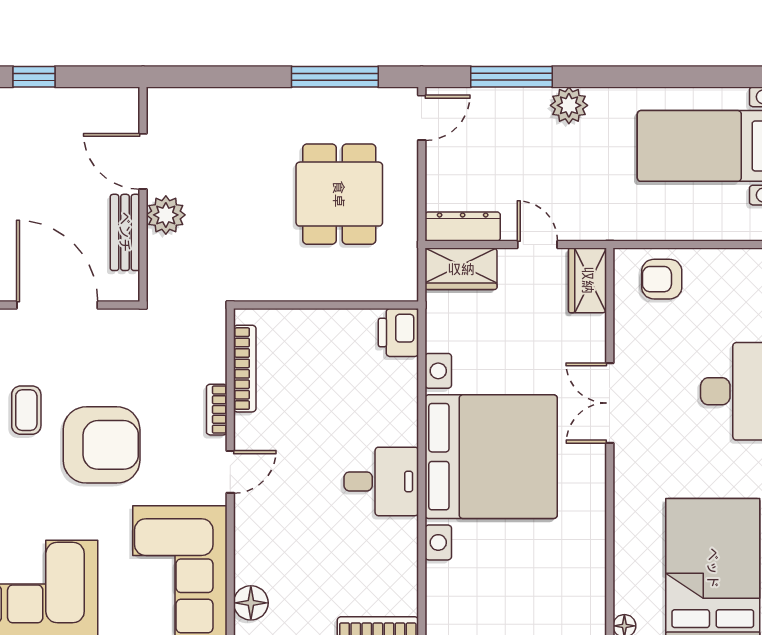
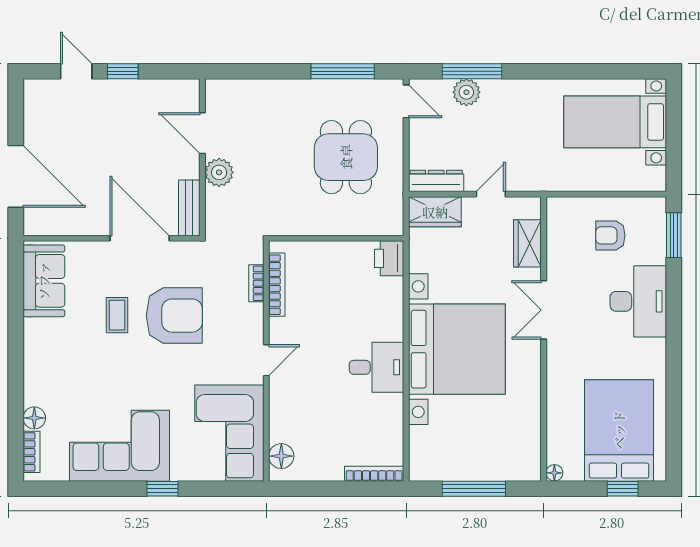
plant: (569, 105) -> (466, 92), moved
door: (422, 118) -> (406, 101), hinge flipped
bench: (125, 232) -> (189, 208), moved
door: (537, 245) -> (491, 194), hinge flipped
armchair: (662, 279) -> (610, 235), moved
wardrobe: (588, 280) -> (527, 243), moved
bookcase: (217, 410) -> (256, 283), moved
armchair: (102, 445) -> (174, 316), moved

